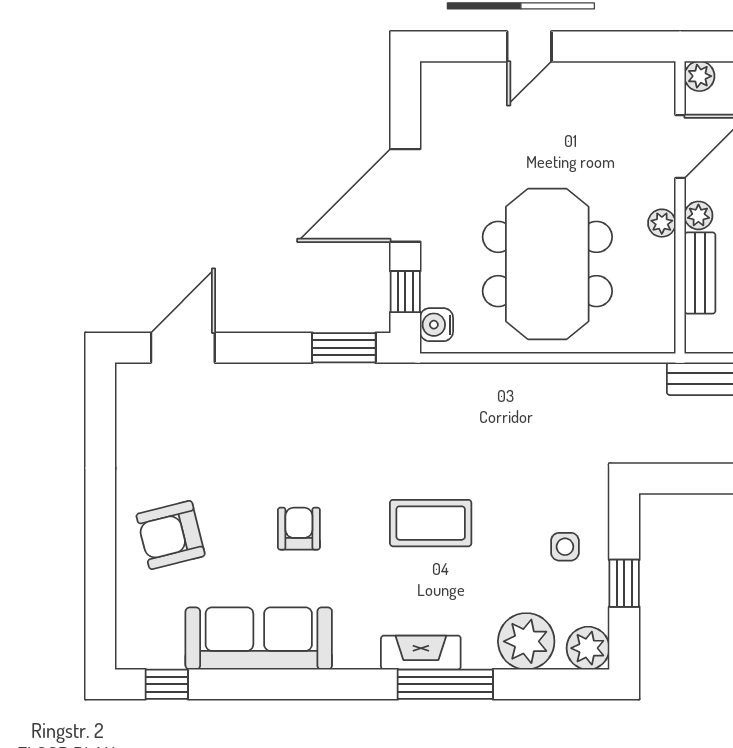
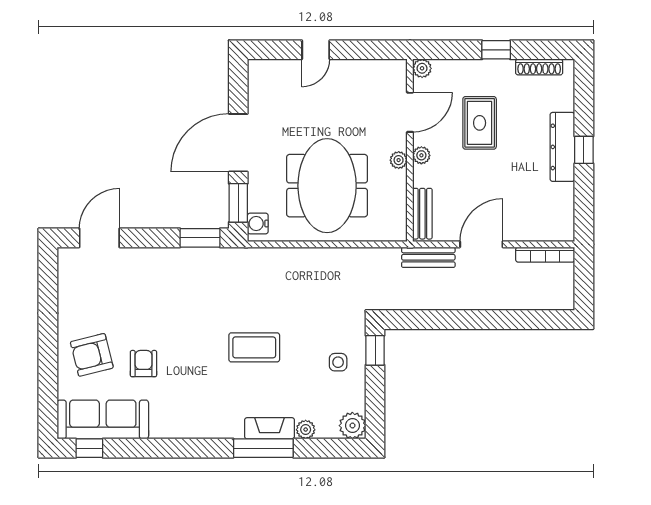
bench: (700, 273) -> (422, 214), moved
window: (405, 292) -> (238, 203), width x1.50
armchair: (299, 529) -> (143, 364), moved
window: (624, 583) -> (375, 350), moved
sofa: (259, 638) -> (103, 419), moved
plant: (526, 641) -> (306, 430), width x0.53, depth x0.53
fireplace: (421, 653) -> (269, 428), moved

